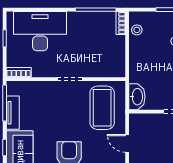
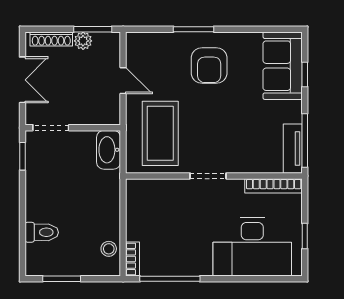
bookcase: (19, 72) -> (274, 186), width x1.56
tv unit: (13, 113) -> (293, 149), moved

